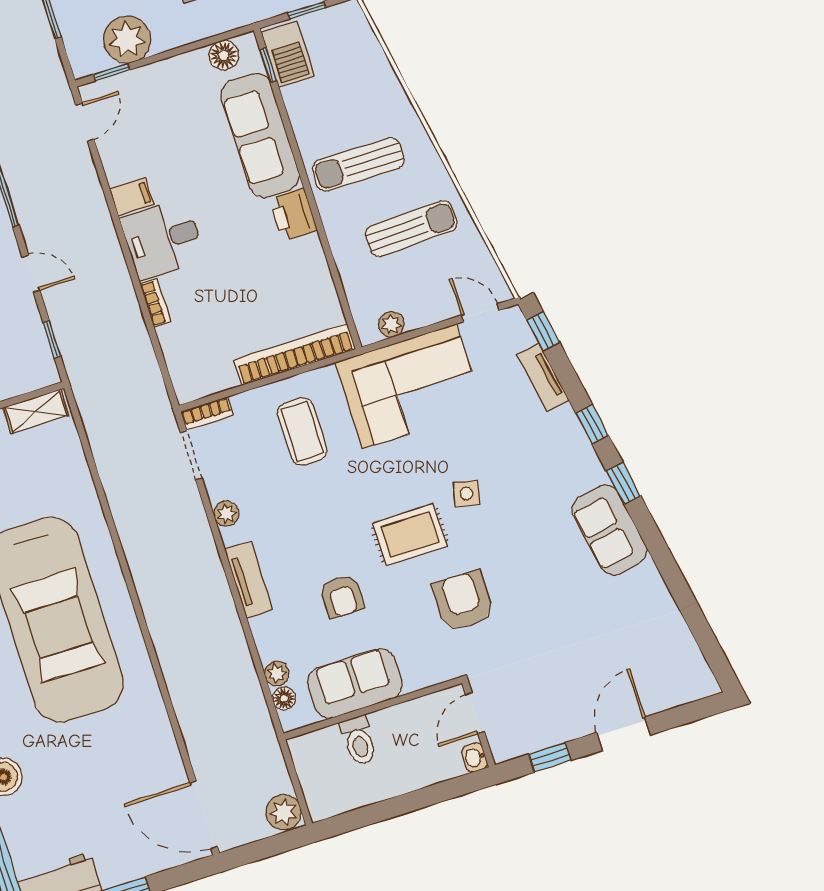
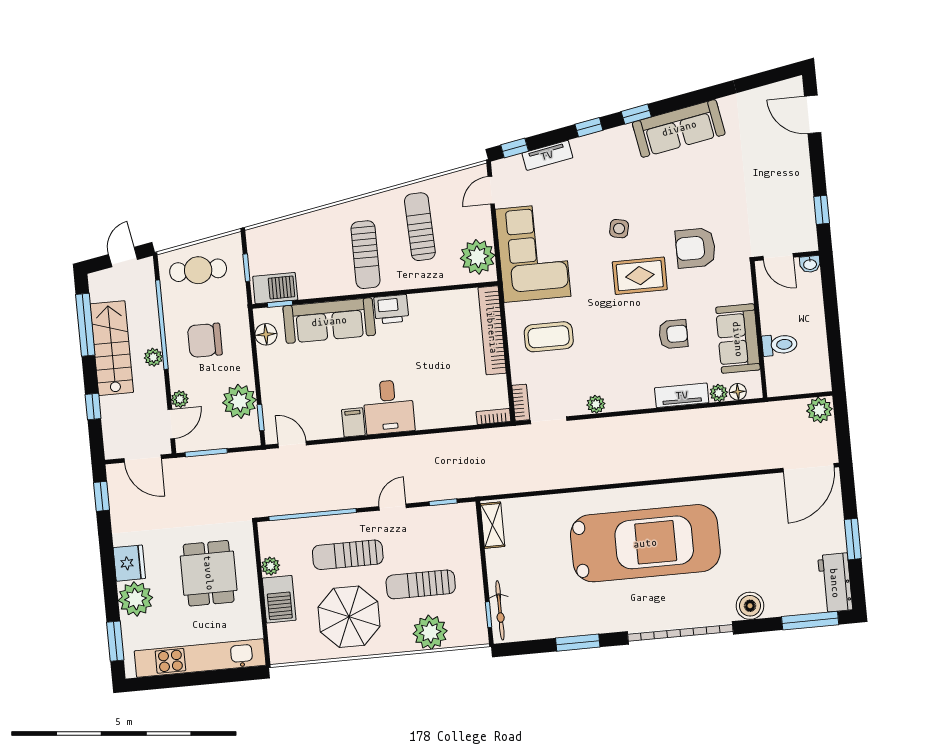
bookcase: (155, 303) -> (493, 417), moved
plant: (391, 325) -> (478, 257), width x1.88, depth x1.88
sofa: (609, 530) -> (679, 128), width x1.36
rug: (410, 535) -> (640, 276), turned 90
tv unit: (249, 580) -> (682, 395), moved
door: (624, 734) -> (813, 114), moved

